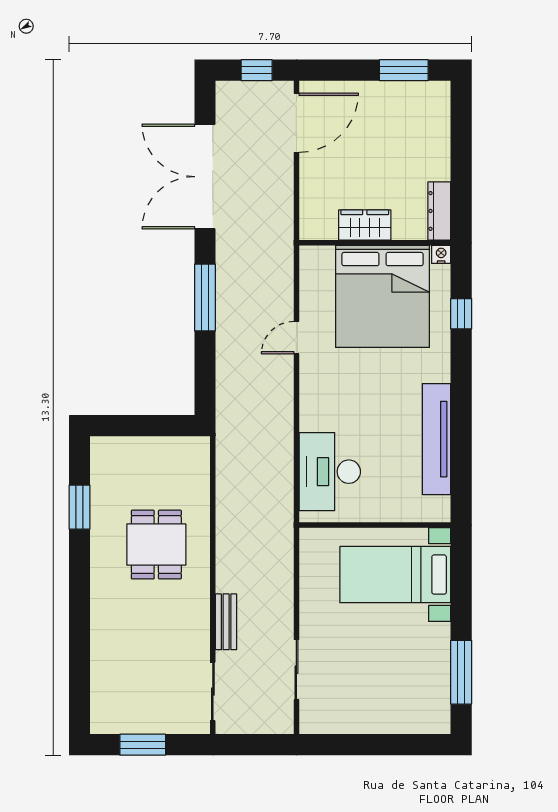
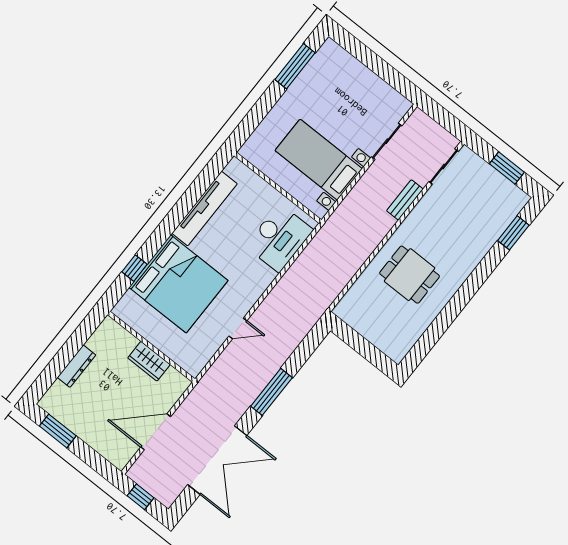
door: (296, 123) -> (156, 432), moved
dresser: (439, 211) -> (76, 366), moved
nightstand: (441, 254) -> (119, 310), removed
bed: (383, 296) -> (178, 284), moved, turned 90
window: (79, 507) -> (513, 233), moved
dining table: (156, 545) -> (410, 275), turned 90
bed with nightstands: (395, 575) -> (319, 160), moved, turned 180

